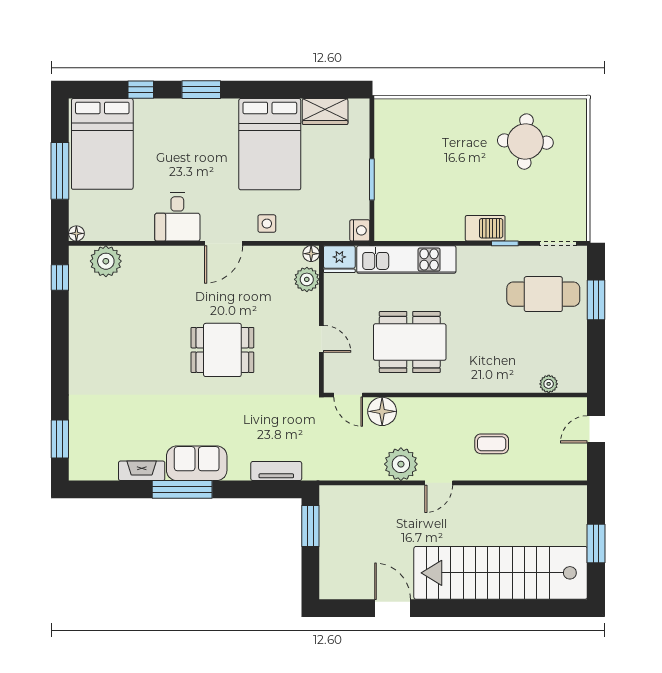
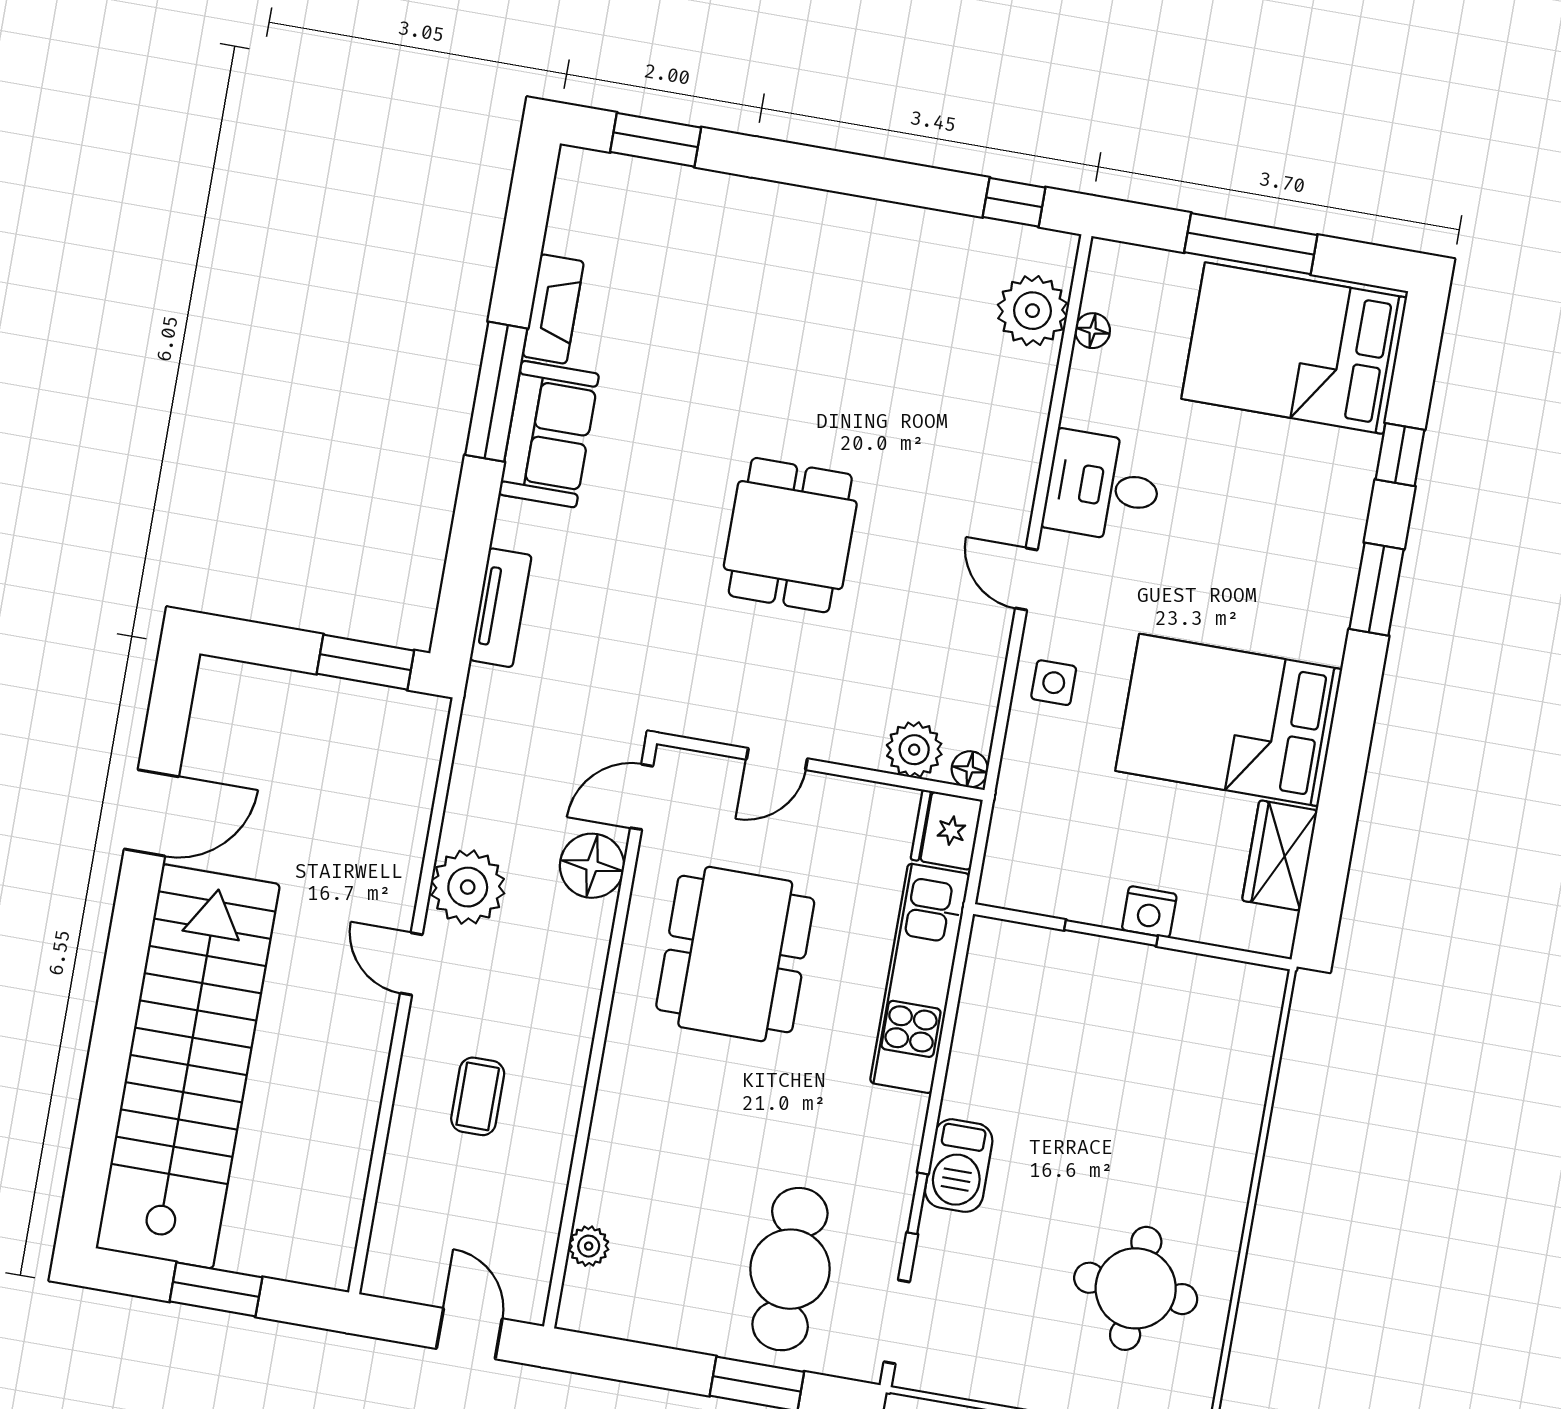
nightstand: (360, 230) -> (1149, 912), moved
floor lamp: (76, 233) -> (1093, 331), moved
door: (224, 243) -> (1026, 579), width x0.73

